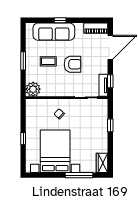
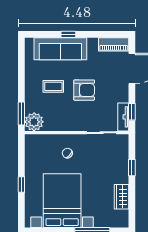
window: (23, 61) -> (21, 114), moved
wardrobe: (102, 163) -> (122, 197), moved

